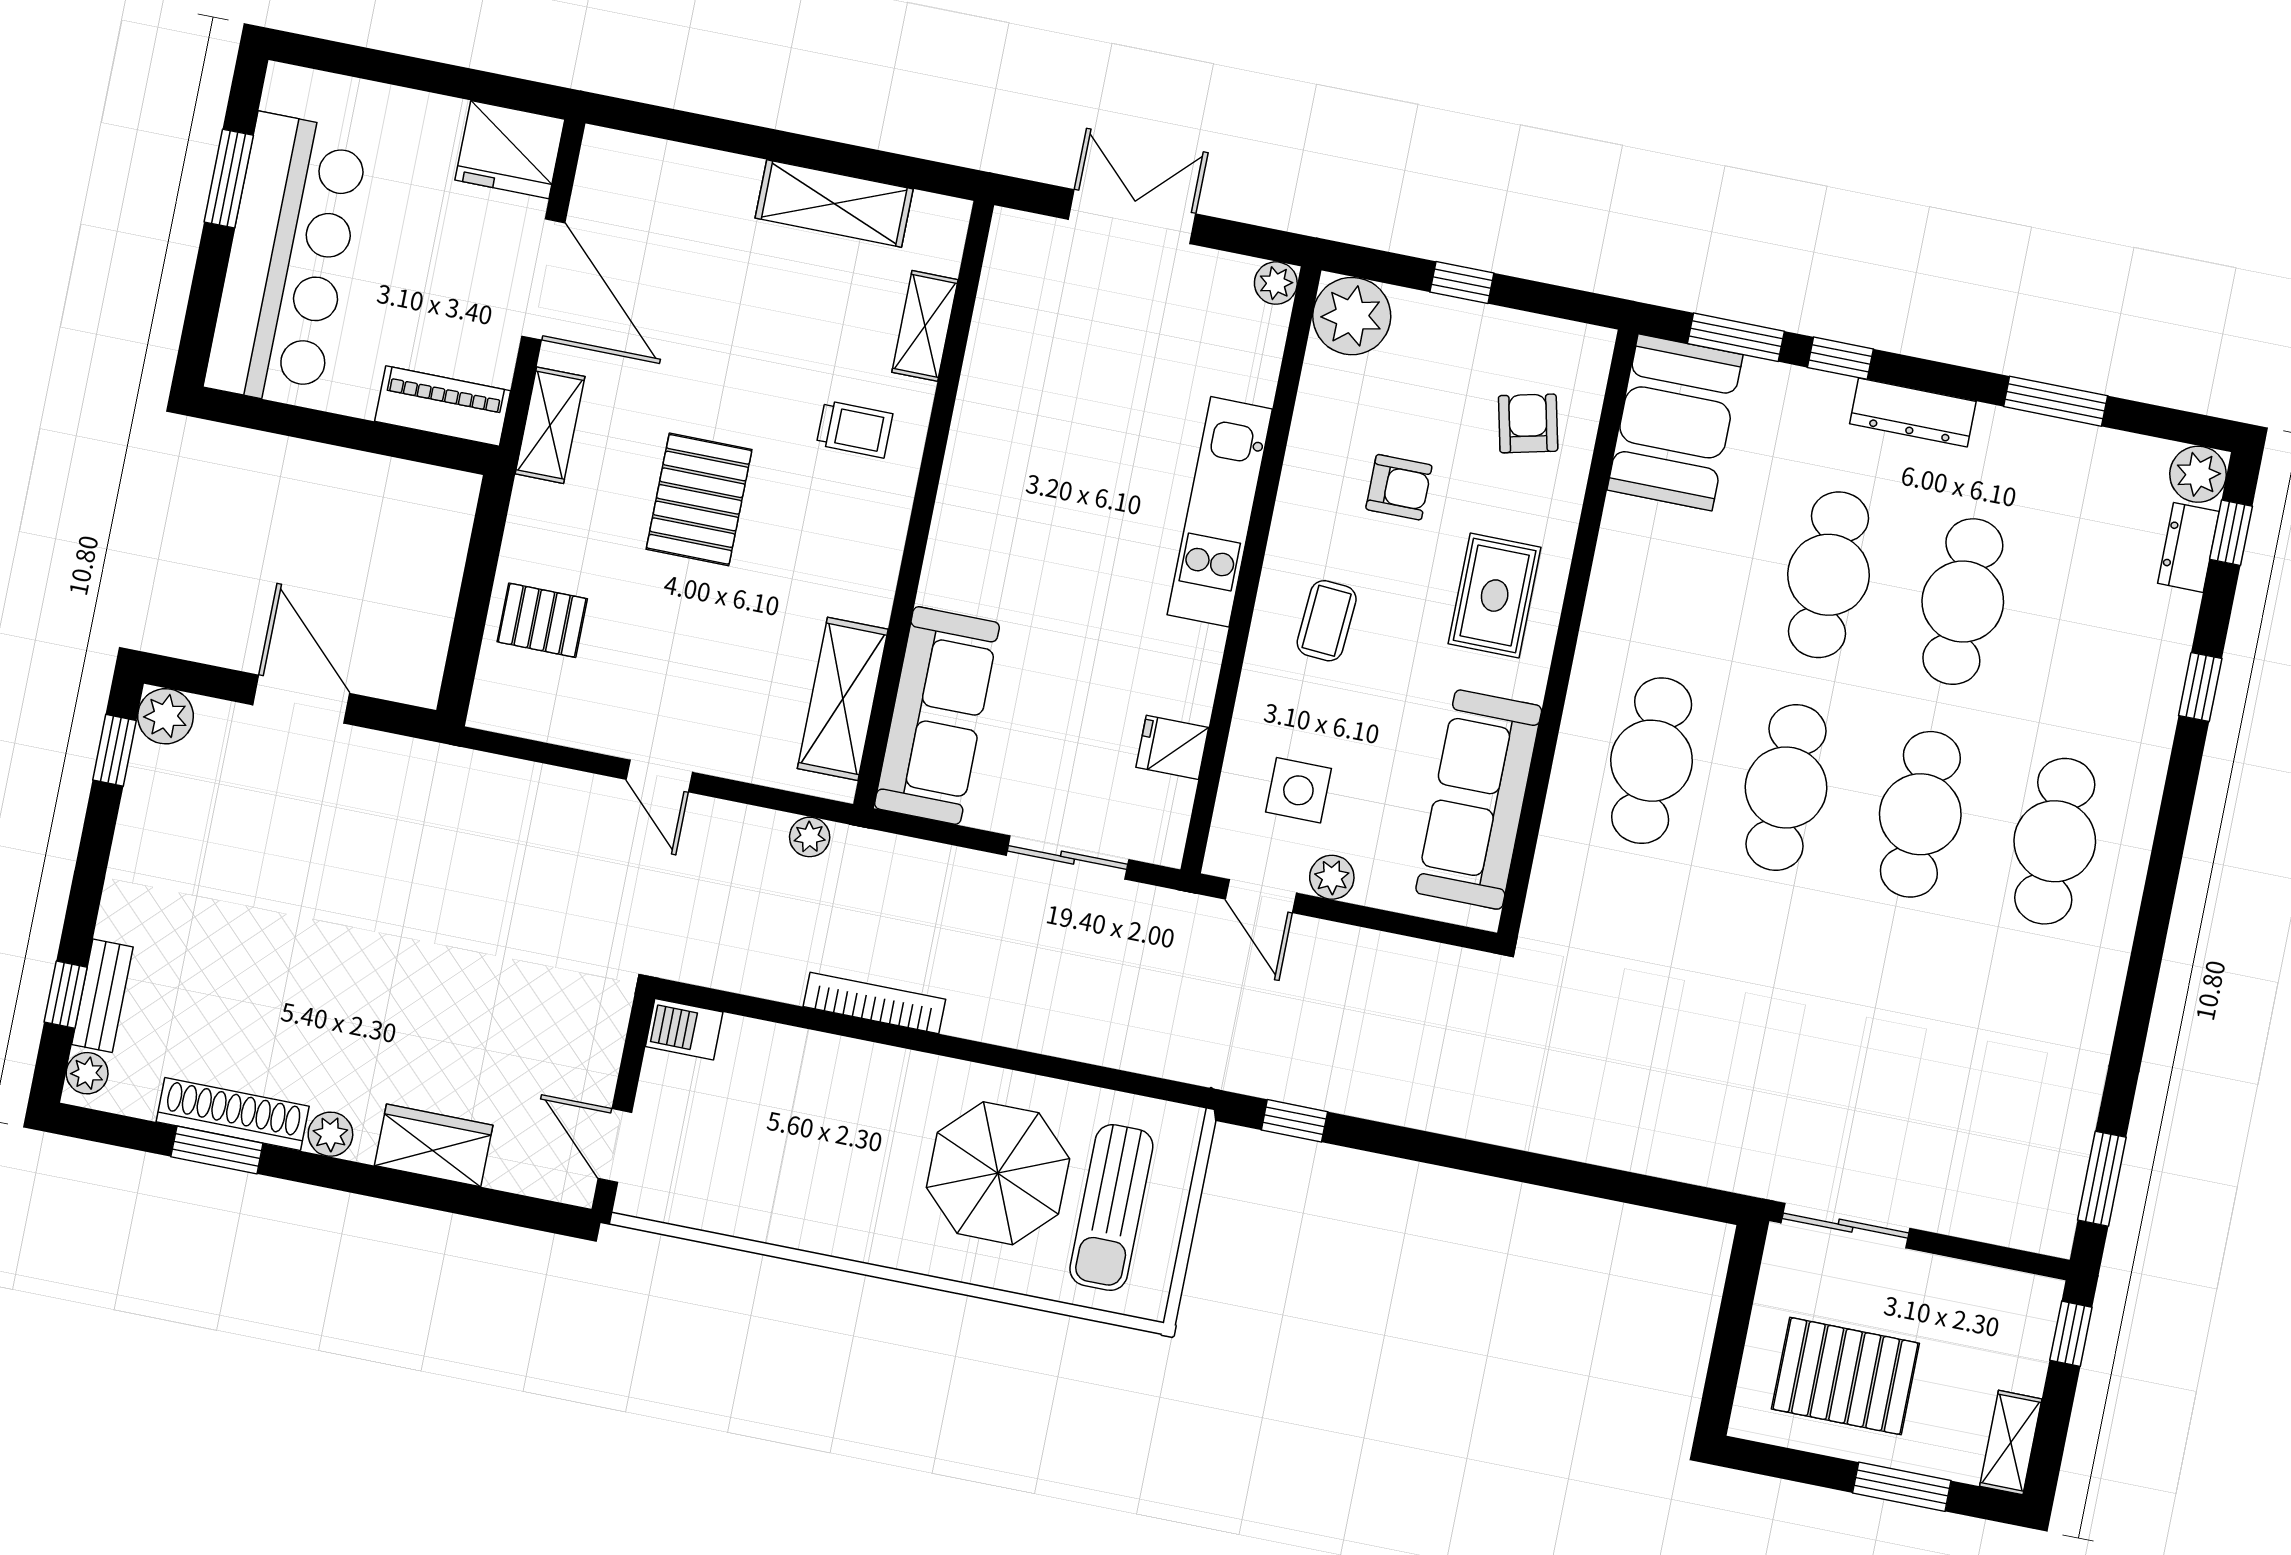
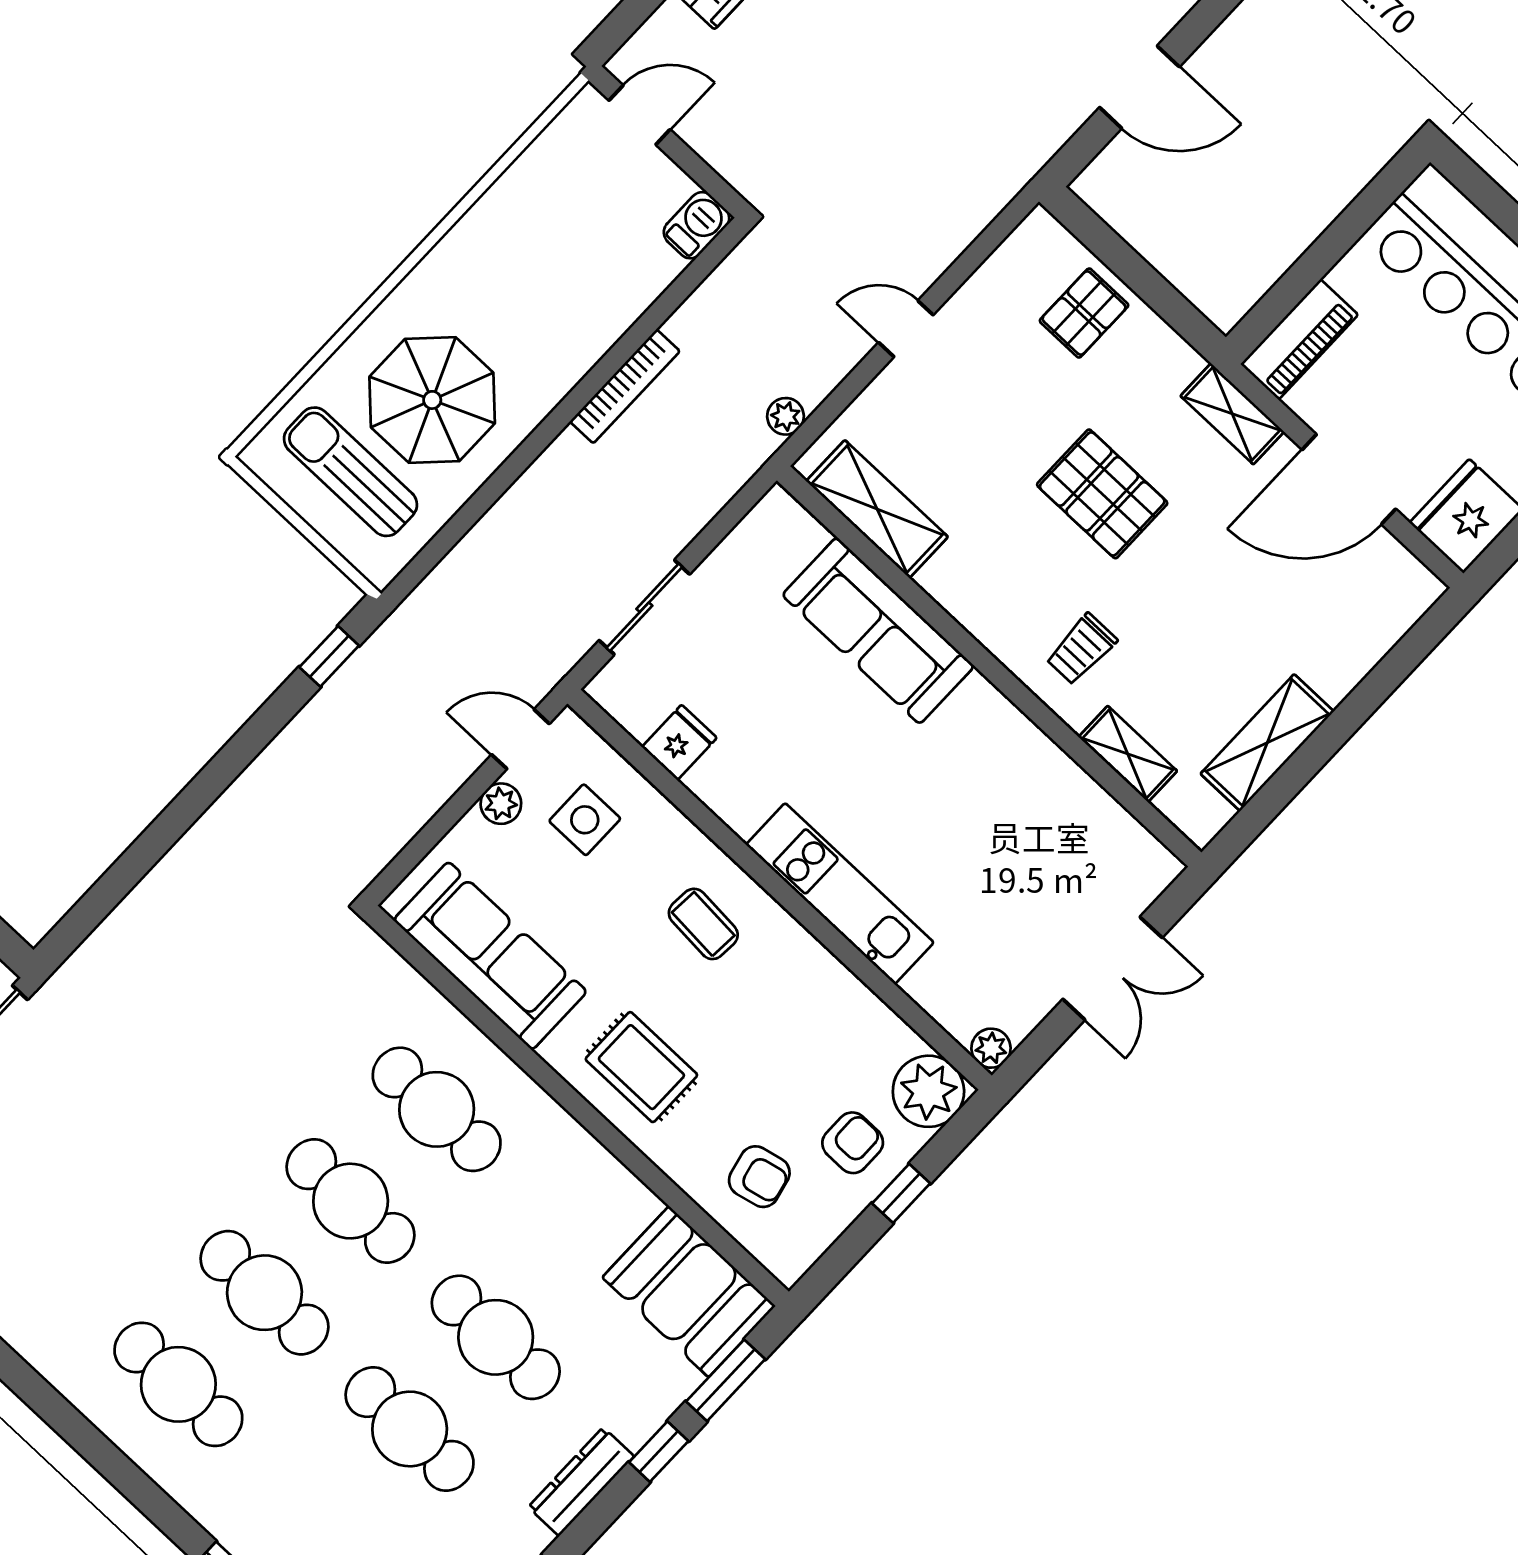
armchair: (1399, 487) -> (853, 1143), moved, turned 180
sofa: (937, 715) -> (878, 631), moved

